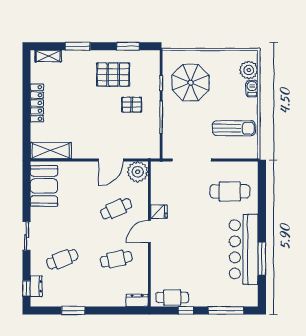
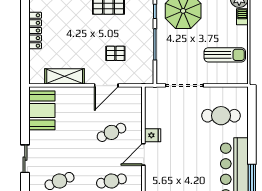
pallet: (132, 105) -> (115, 53), moved
shelving: (51, 151) -> (65, 76), moved
plant: (138, 172) -> (132, 97), removed

